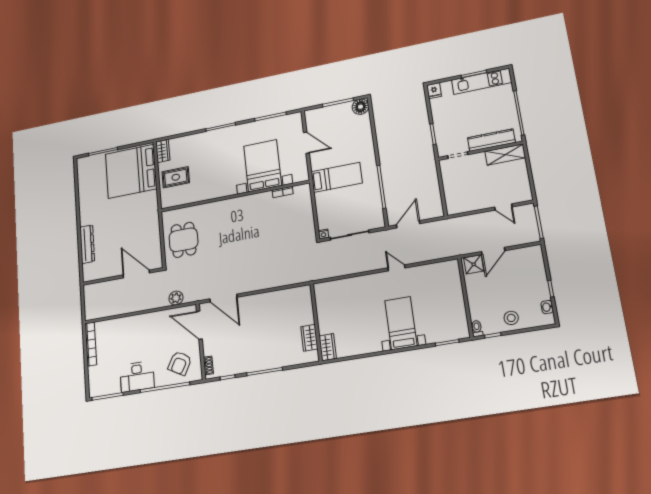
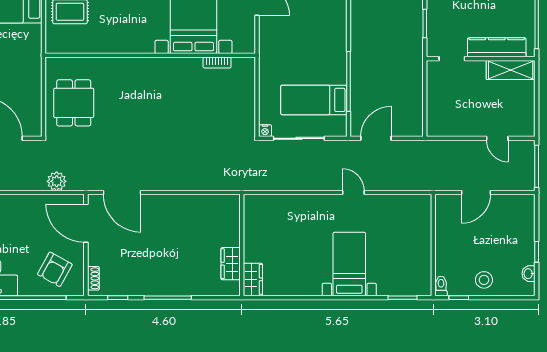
bed: (337, 177) -> (314, 100), moved, turned 180
shower: (474, 264) -> (450, 205), removed

